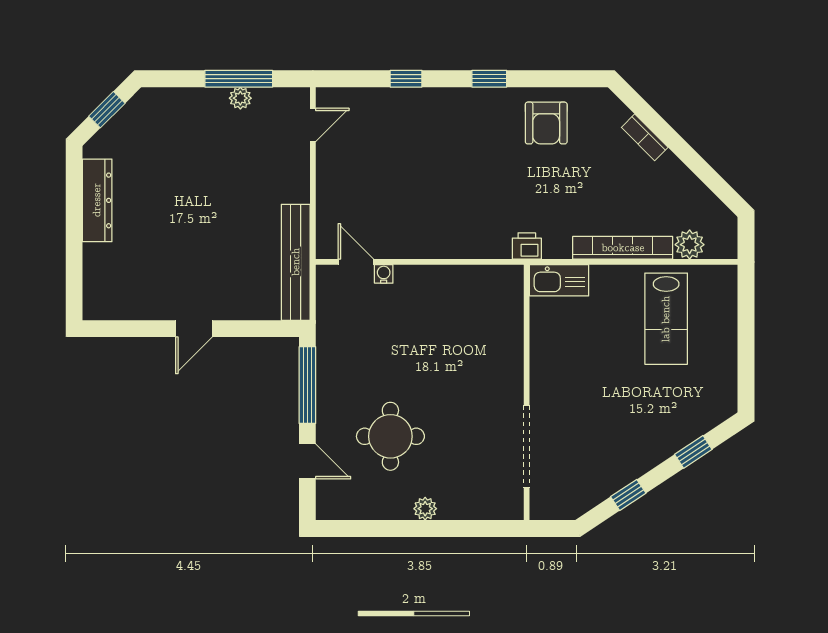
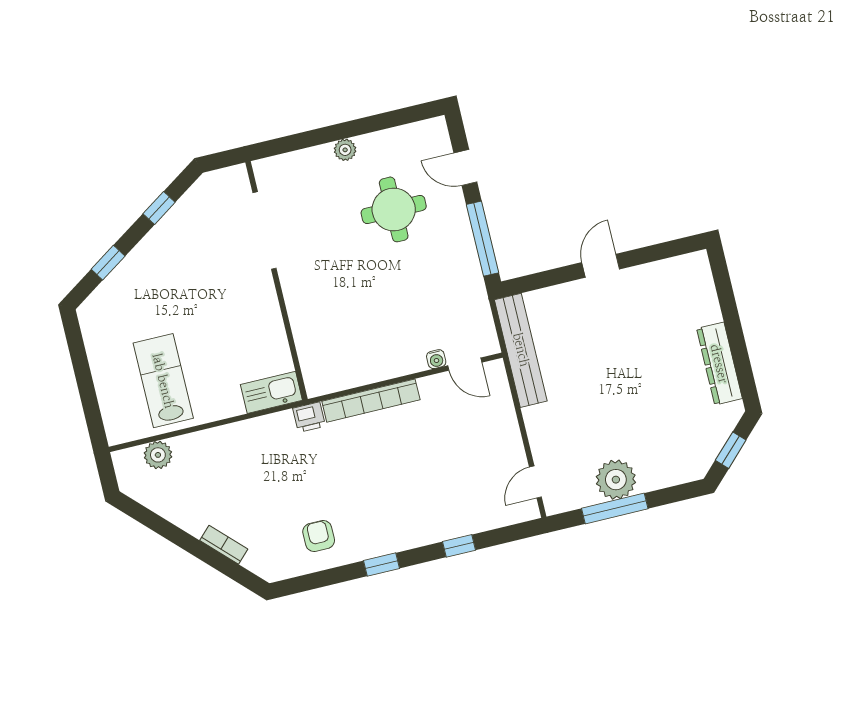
plant: (240, 98) -> (616, 480), width x1.88, depth x1.88
armchair: (546, 123) -> (319, 536), width x0.72, depth x0.72
bookcase: (623, 248) -> (371, 401), moved

